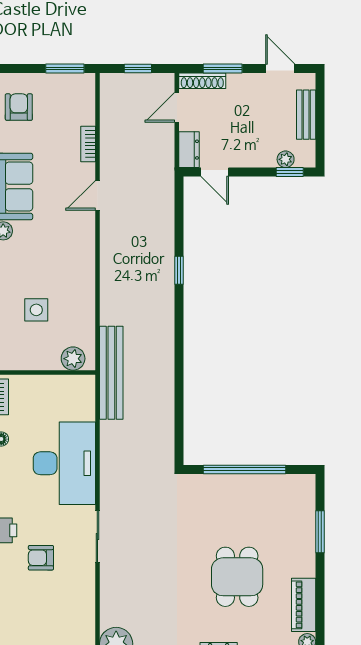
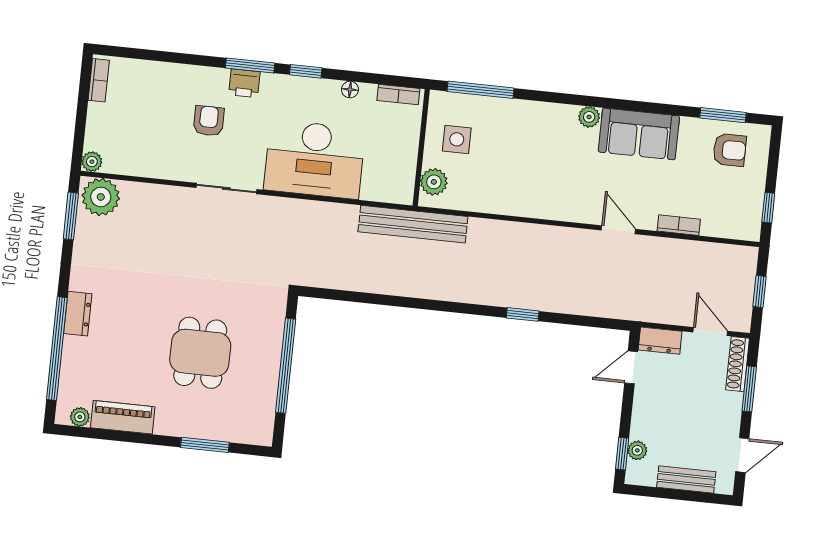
window: (65, 68) -> (768, 208), width x0.67
side table: (36, 310) -> (457, 139), moved
dining table: (237, 577) -> (200, 353), moved, turned 90

